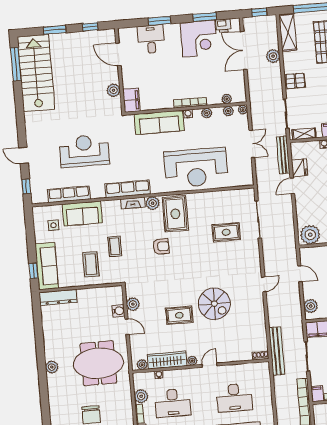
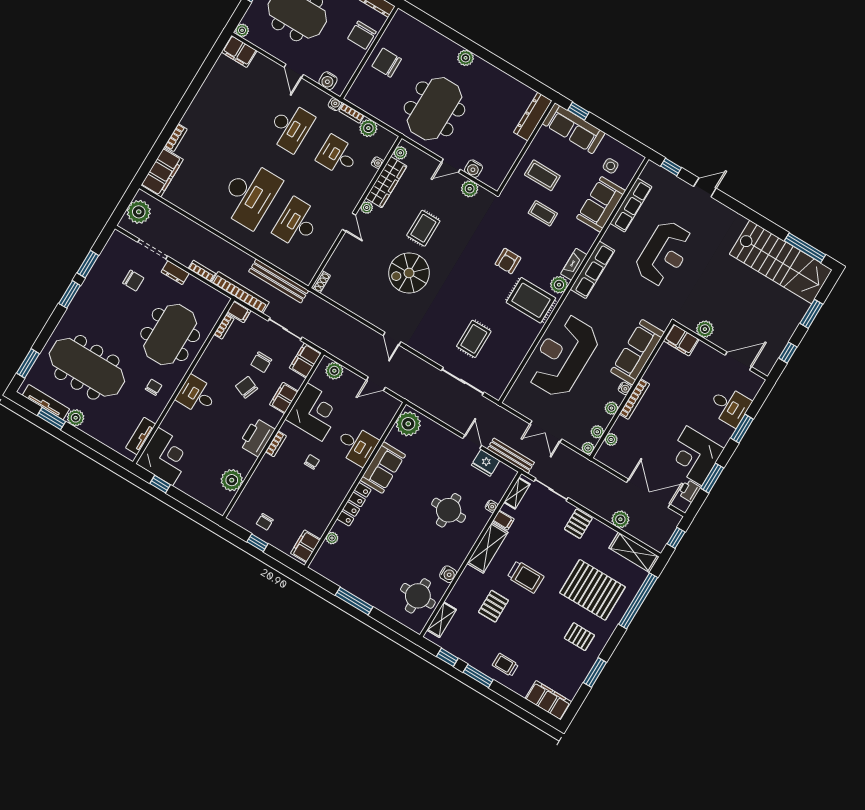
bench: (277, 351) -> (279, 281), moved
desk: (173, 403) -> (338, 156), width x0.73

